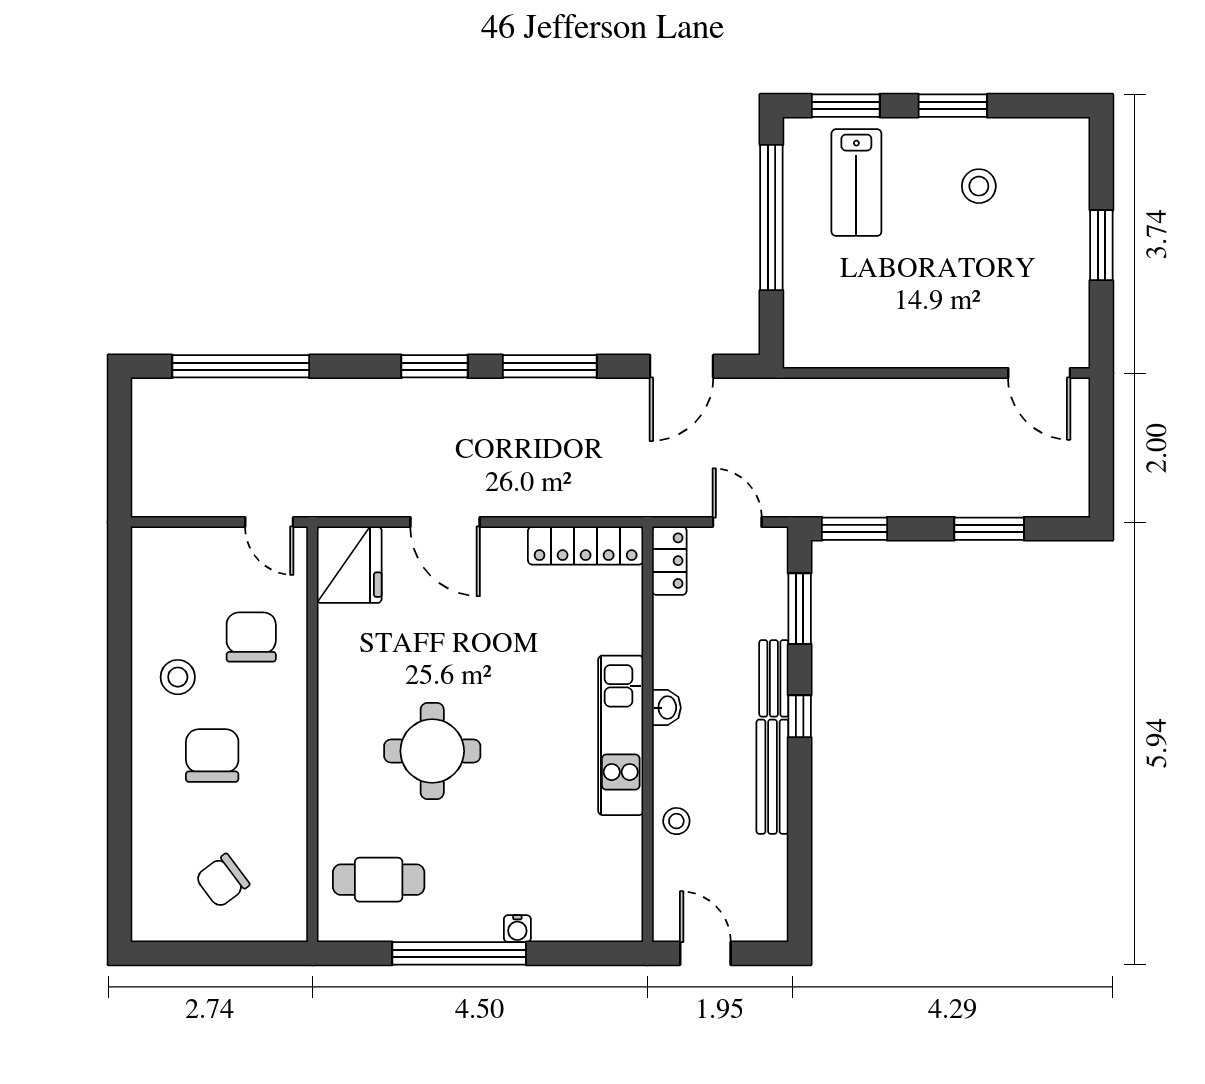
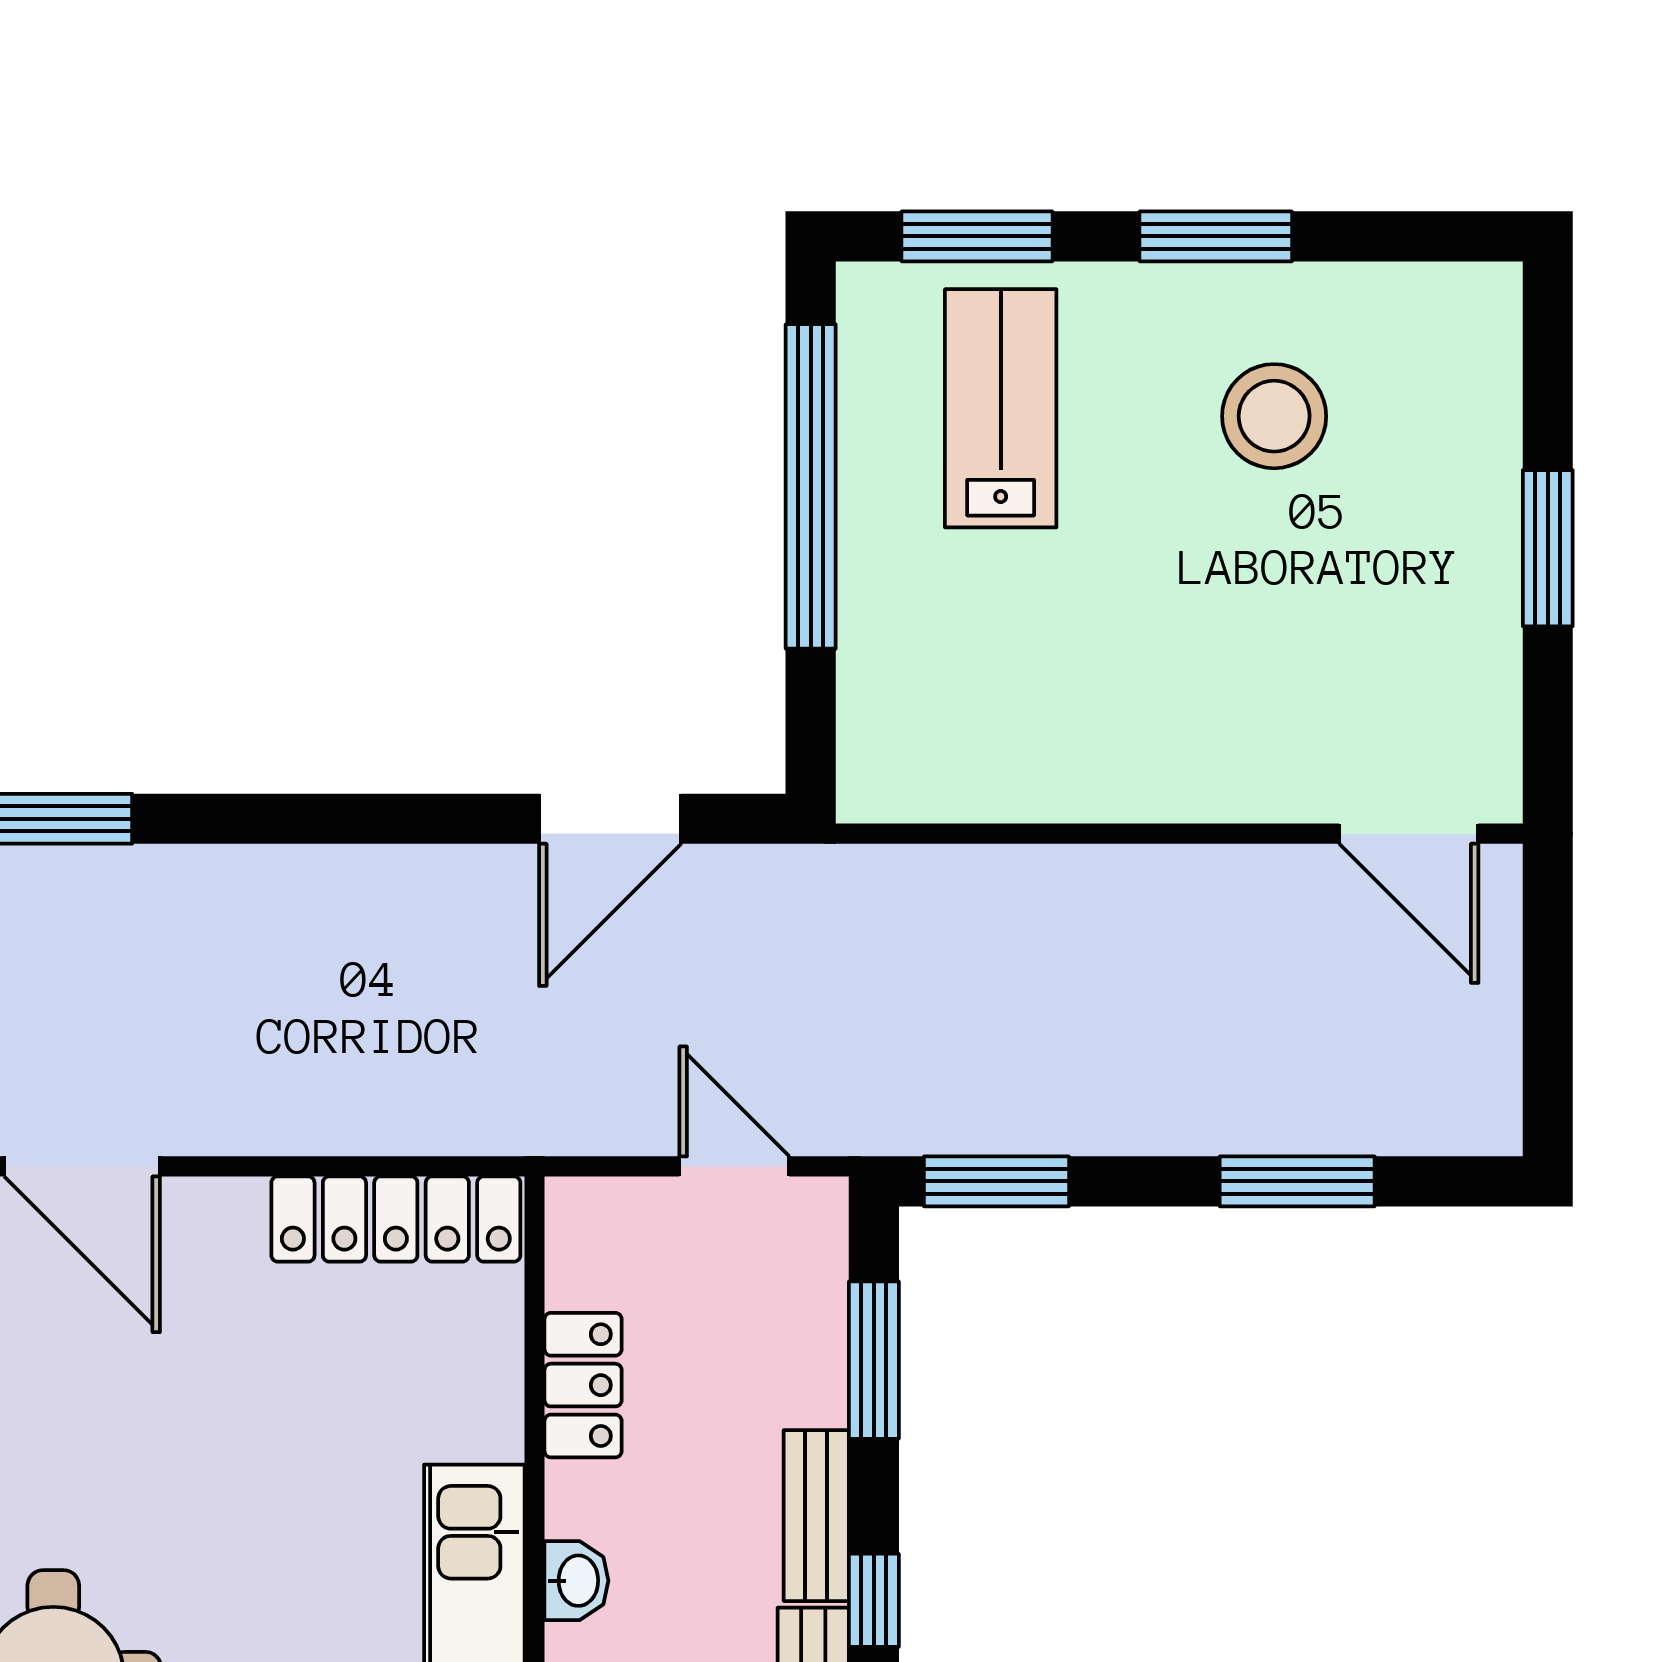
lab bench: (856, 183) -> (1001, 408), turned 180
stool: (979, 186) -> (1274, 416), width x1.38, depth x1.38
window: (550, 366) -> (316, 819), removed
locker: (669, 561) -> (583, 1385), moved

